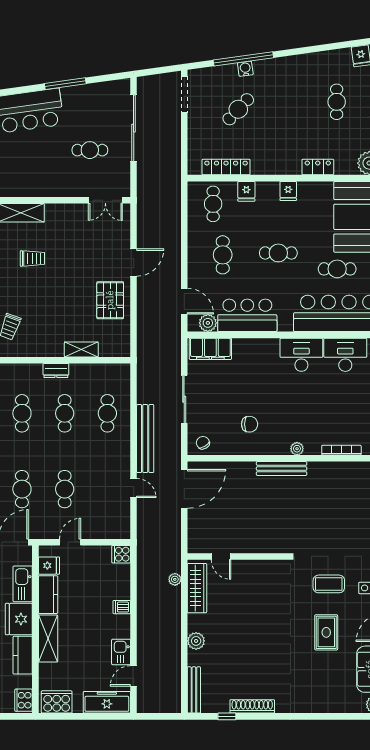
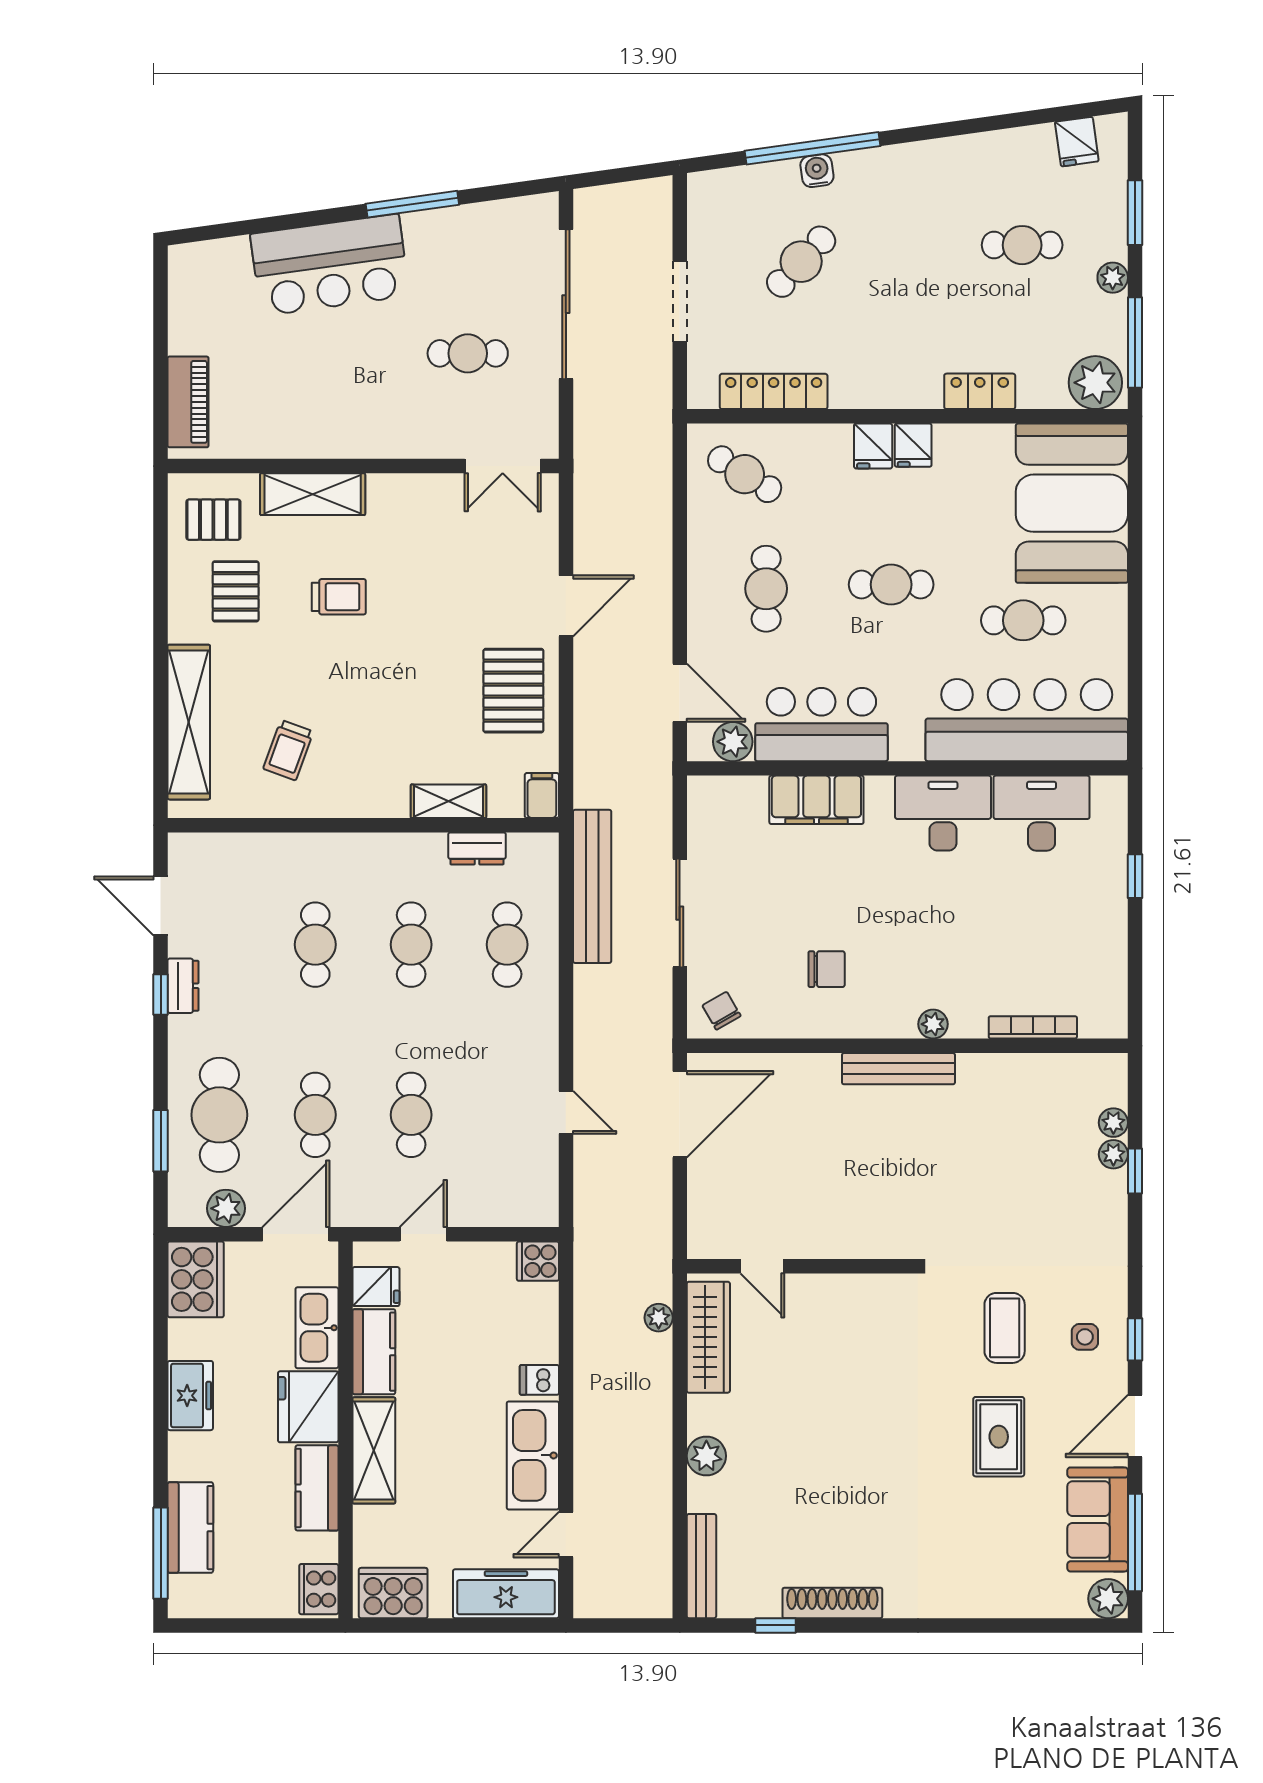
doorway: (184, 94) -> (680, 301), moved
cafe table: (337, 102) -> (1022, 245), turned 90
fridge: (246, 191) -> (873, 446), moved
cafe table: (213, 204) -> (745, 474), turned -58
filing cabinet: (123, 347) -> (542, 796), added
filing cabinet: (210, 349) -> (816, 800), moved
dresser: (56, 371) -> (477, 849), moved
bench: (145, 439) -> (592, 886), moved
coffee table: (329, 584) -> (1005, 1328), turned 90
kitchen sink: (121, 652) -> (533, 1455), width x1.88, depth x1.24

